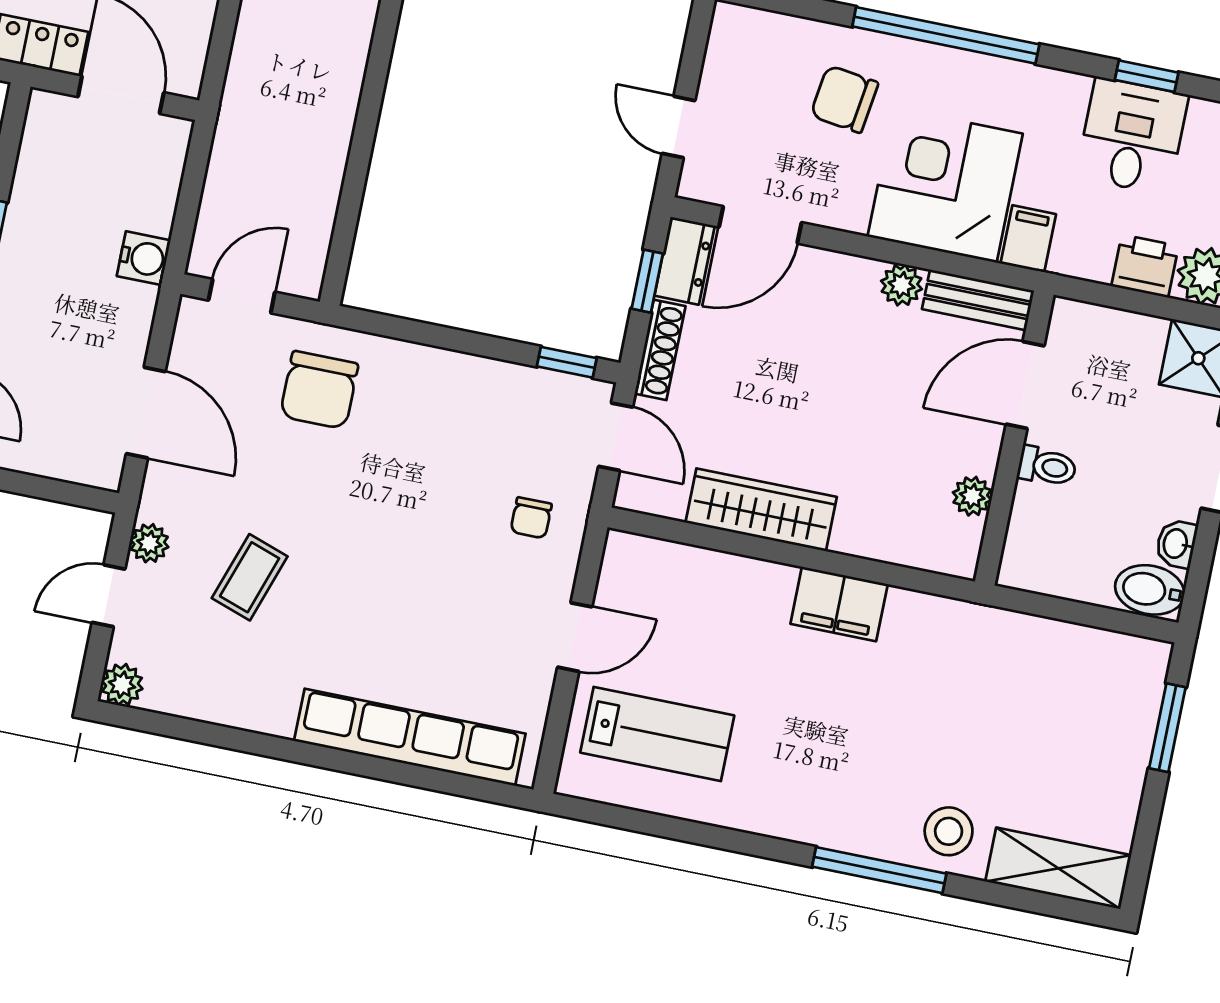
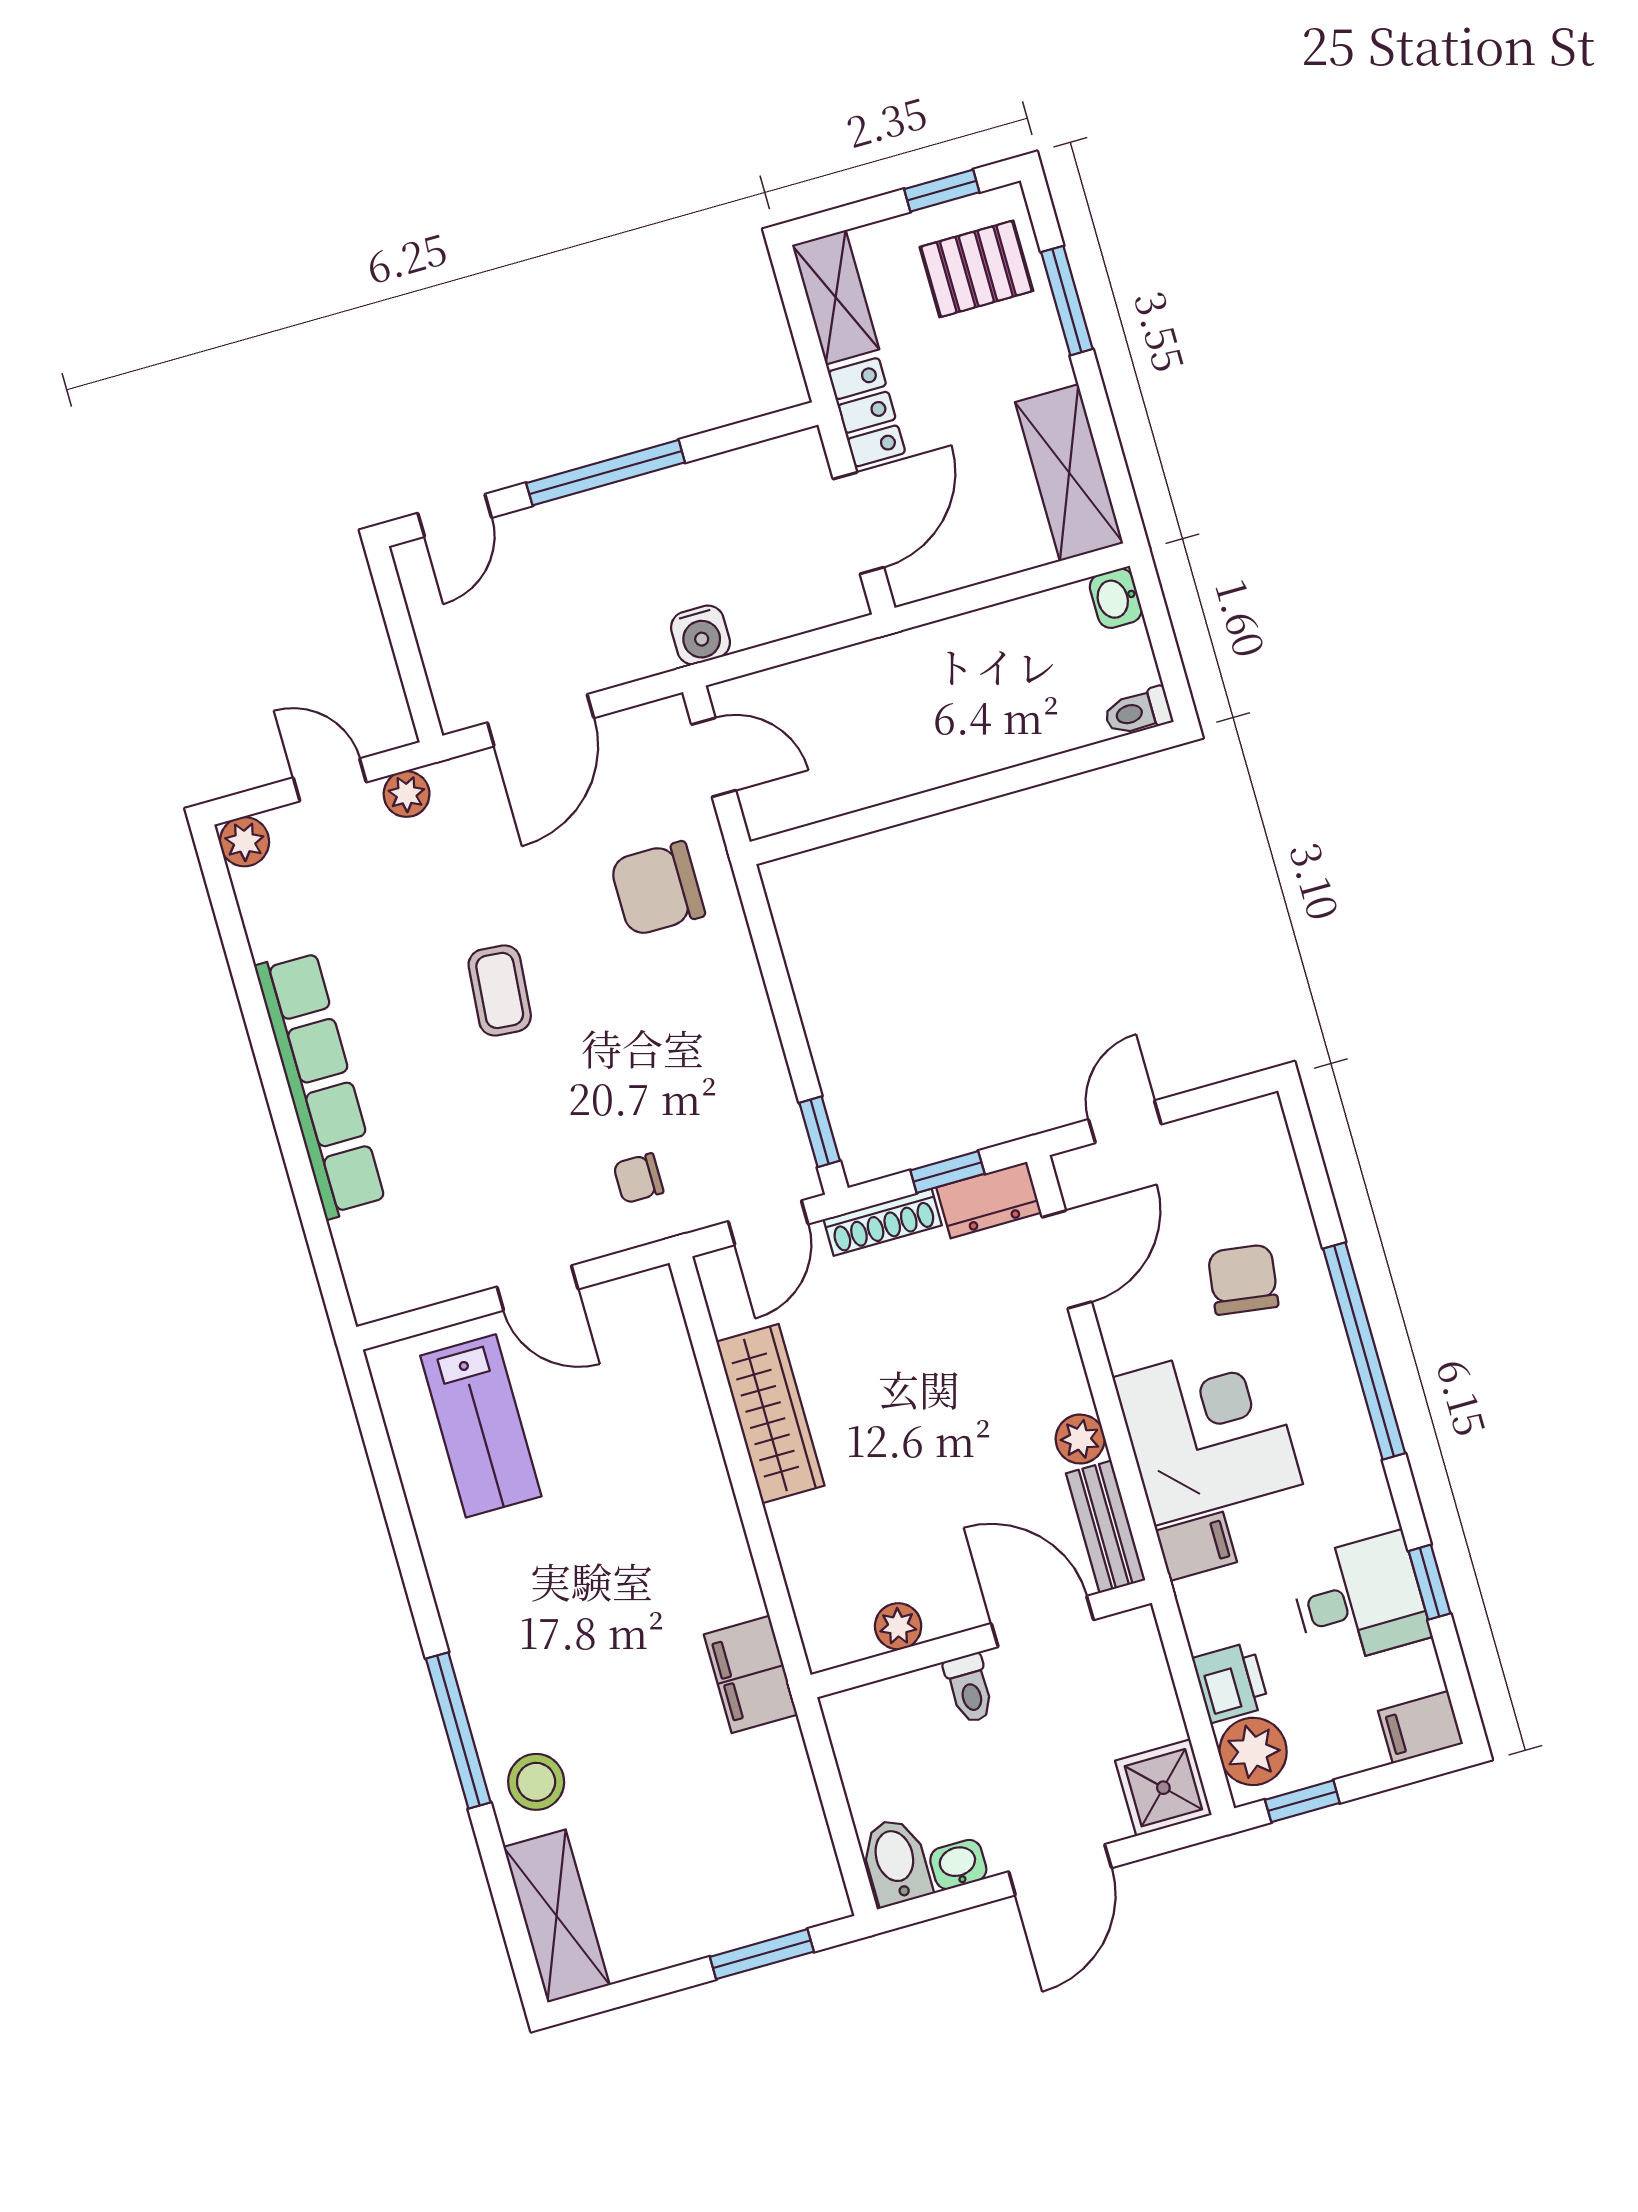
door: (760, 225) -> (1067, 1260), swing flipped
coffee table: (250, 577) -> (500, 990), moved, turned 76
filing cabinet: (839, 604) -> (751, 1674), moved
row of seats: (410, 737) -> (320, 1084), moved

